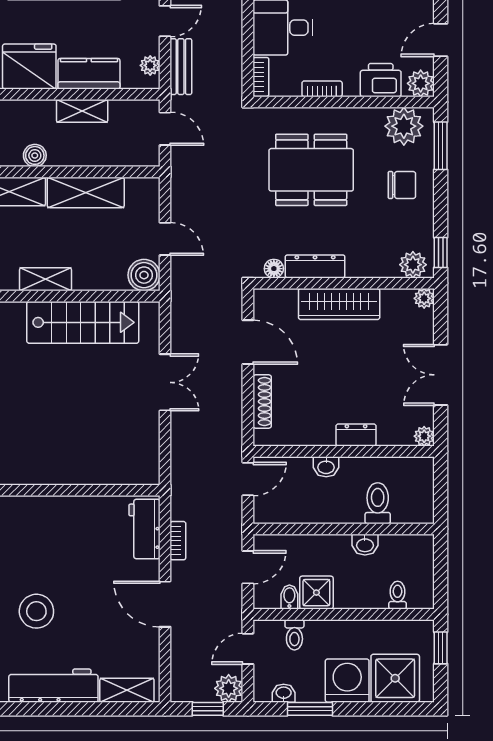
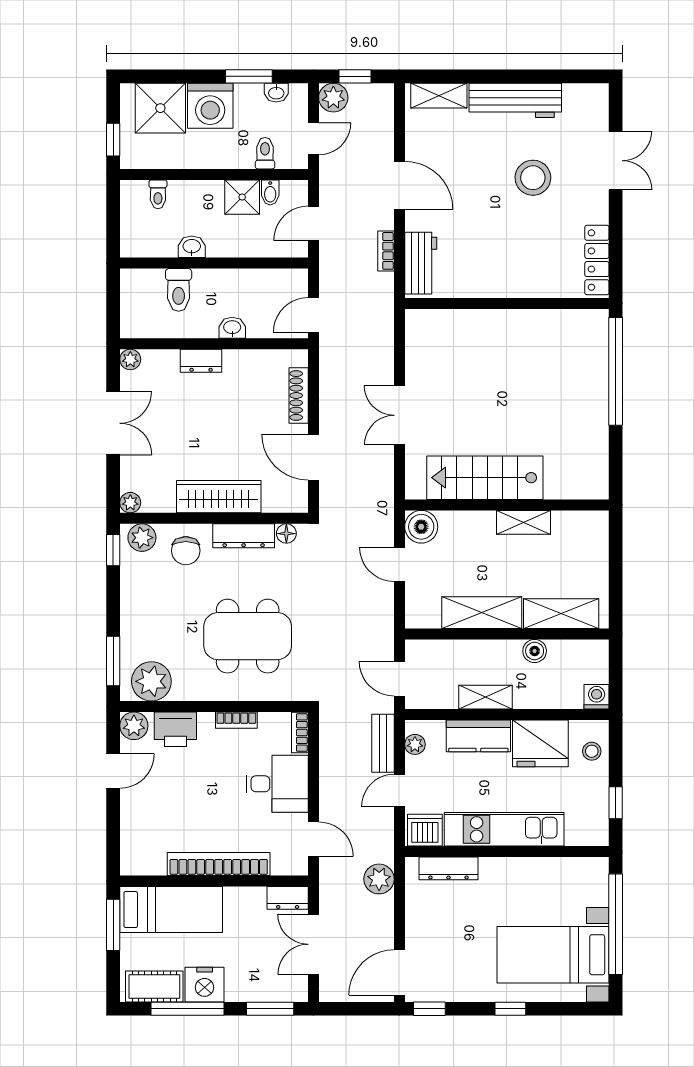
chair: (402, 185) -> (186, 551), moved, turned -90

